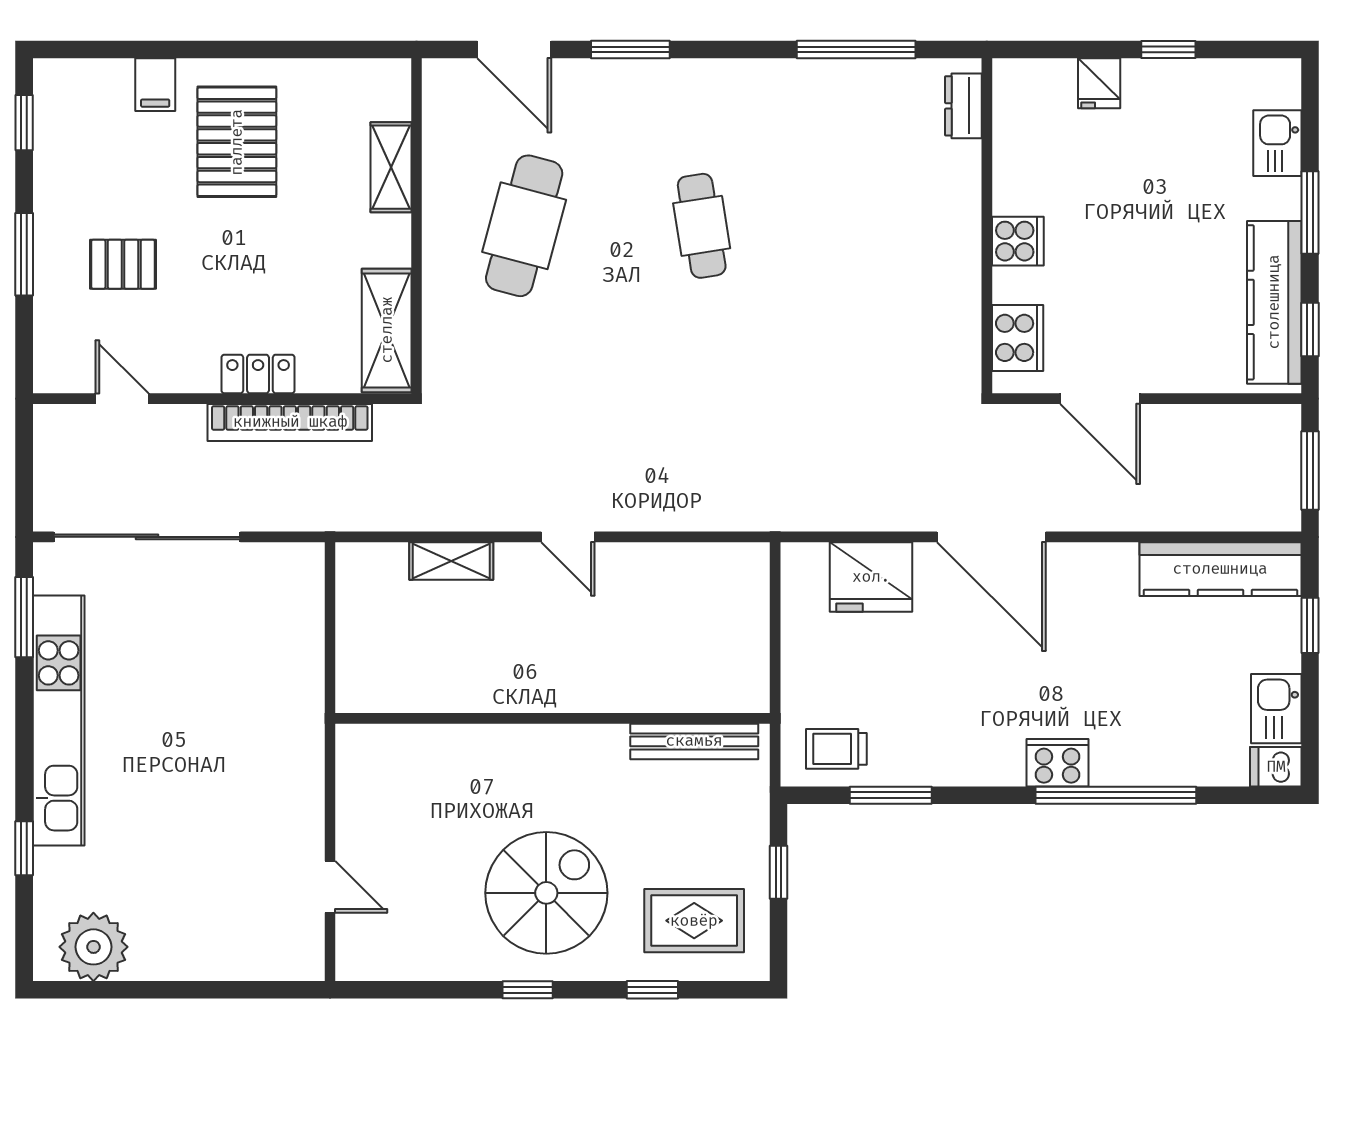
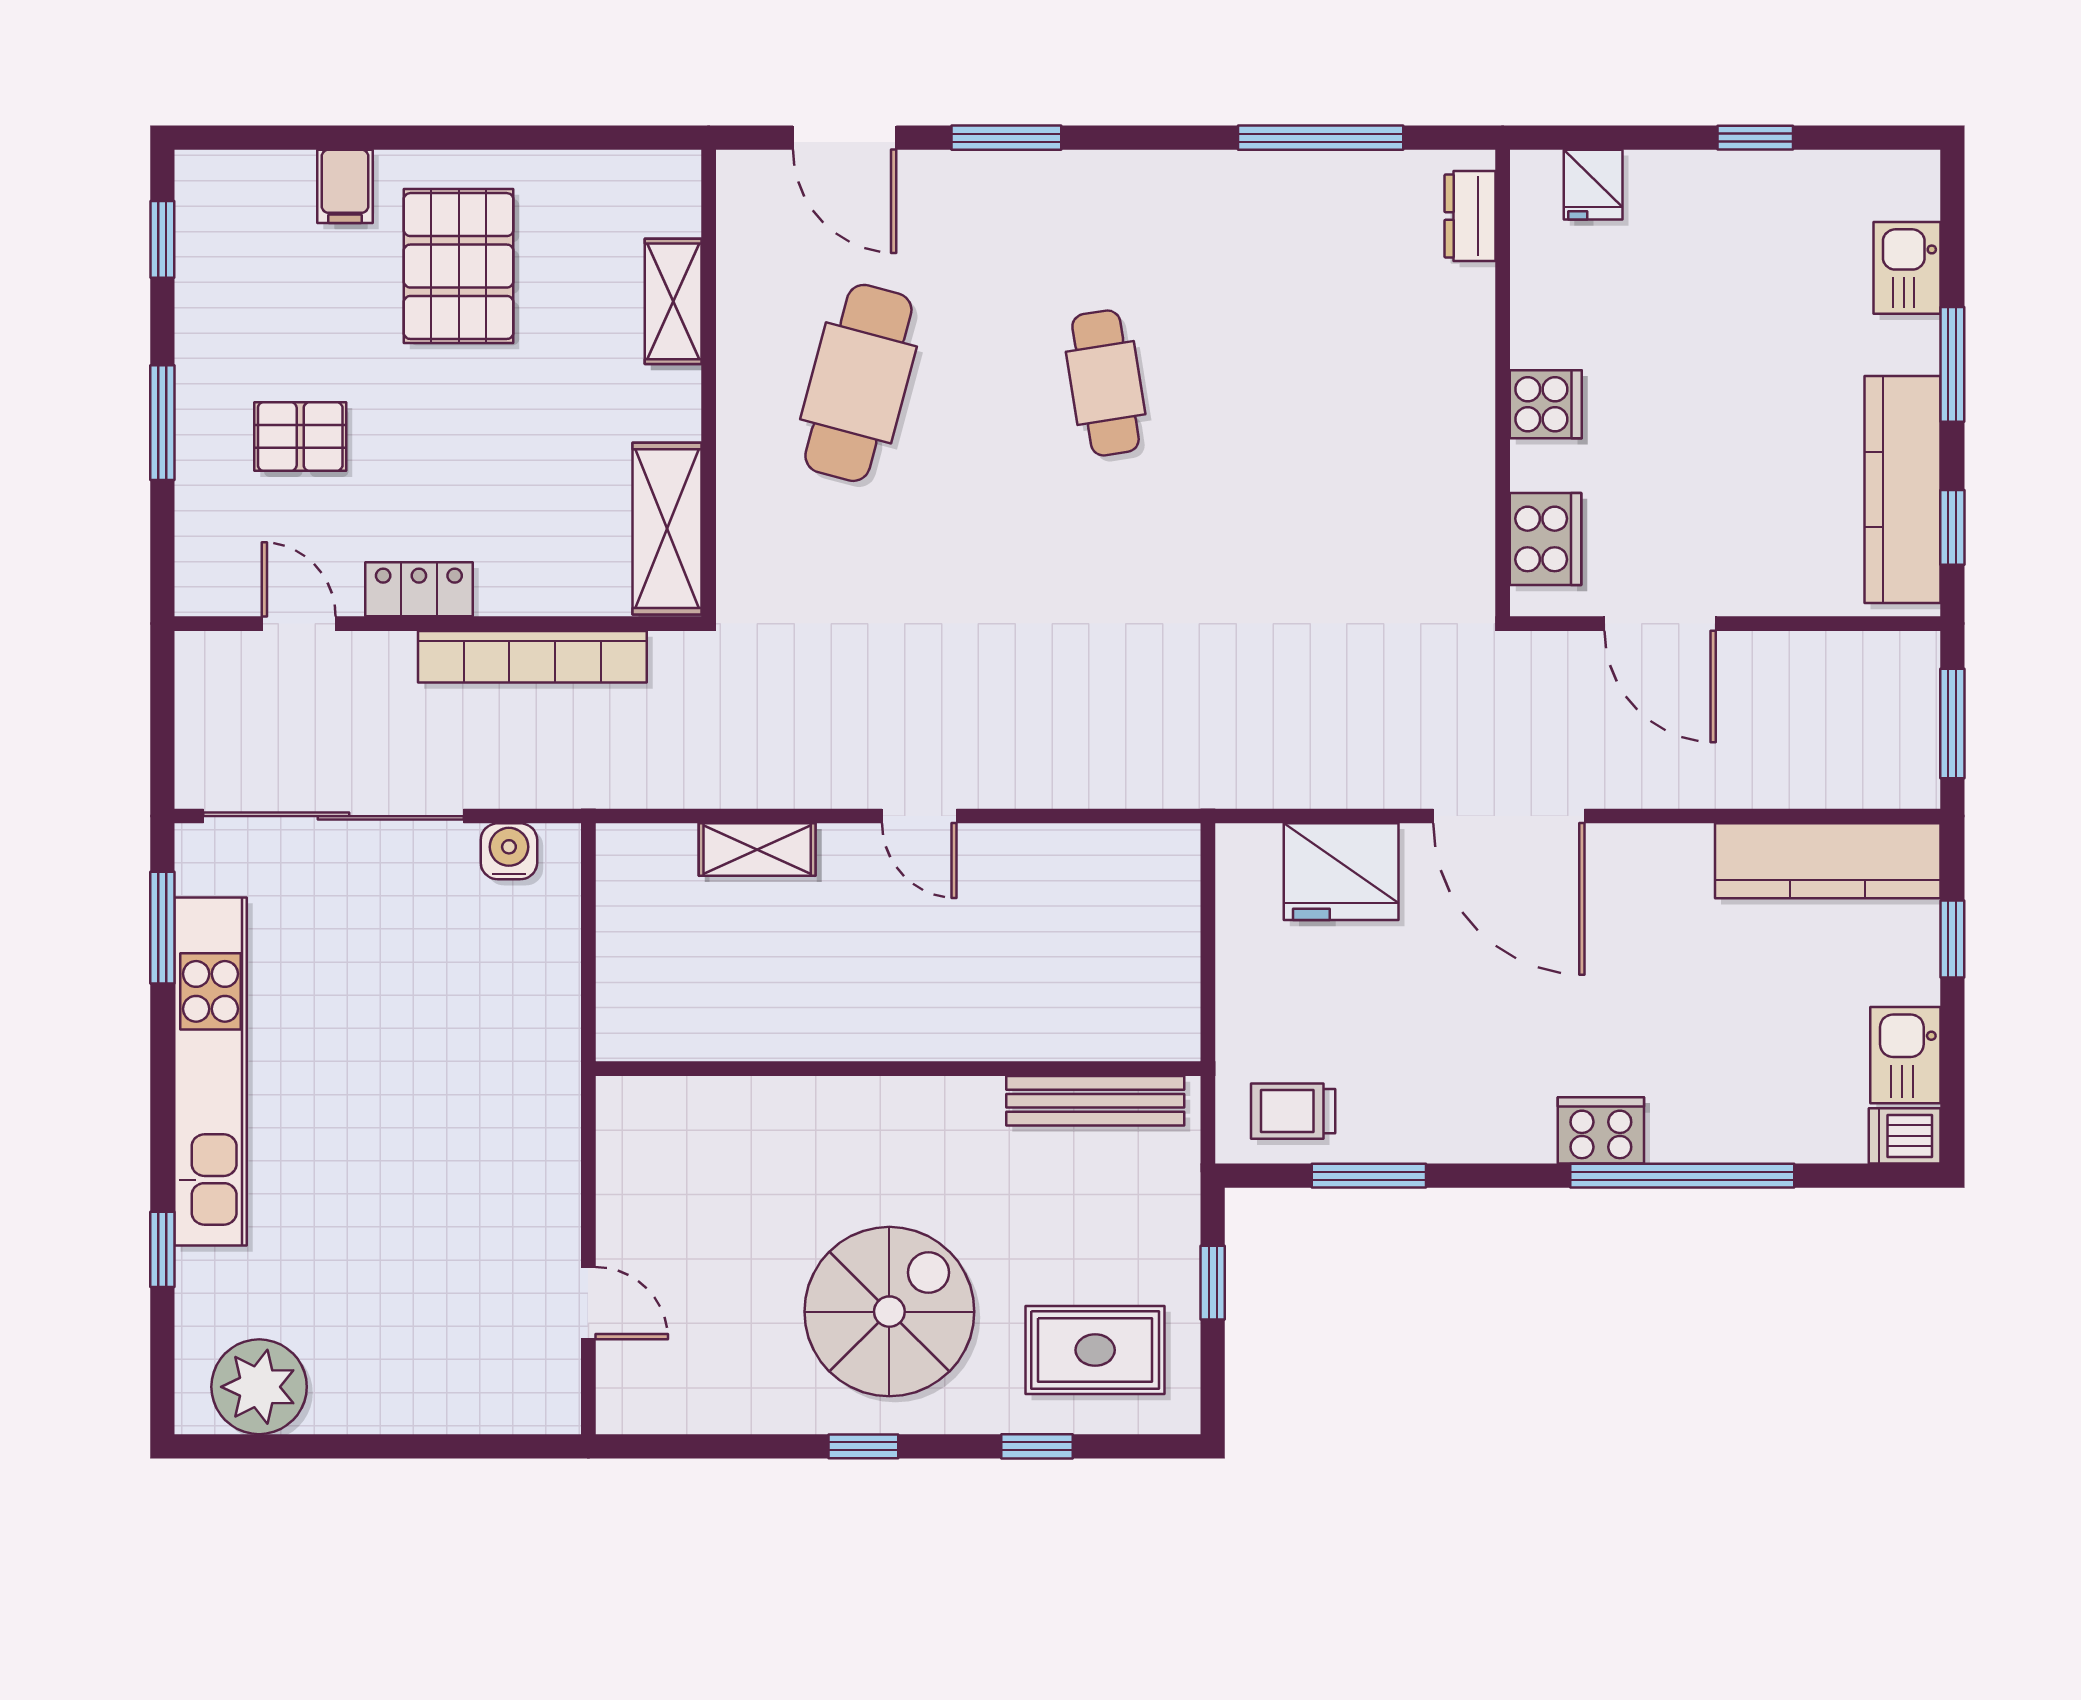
fridge: (1099, 83) -> (1593, 185), moved
locker: (258, 374) -> (419, 589), moved
water cooler: (273, 562) -> (509, 851), added

